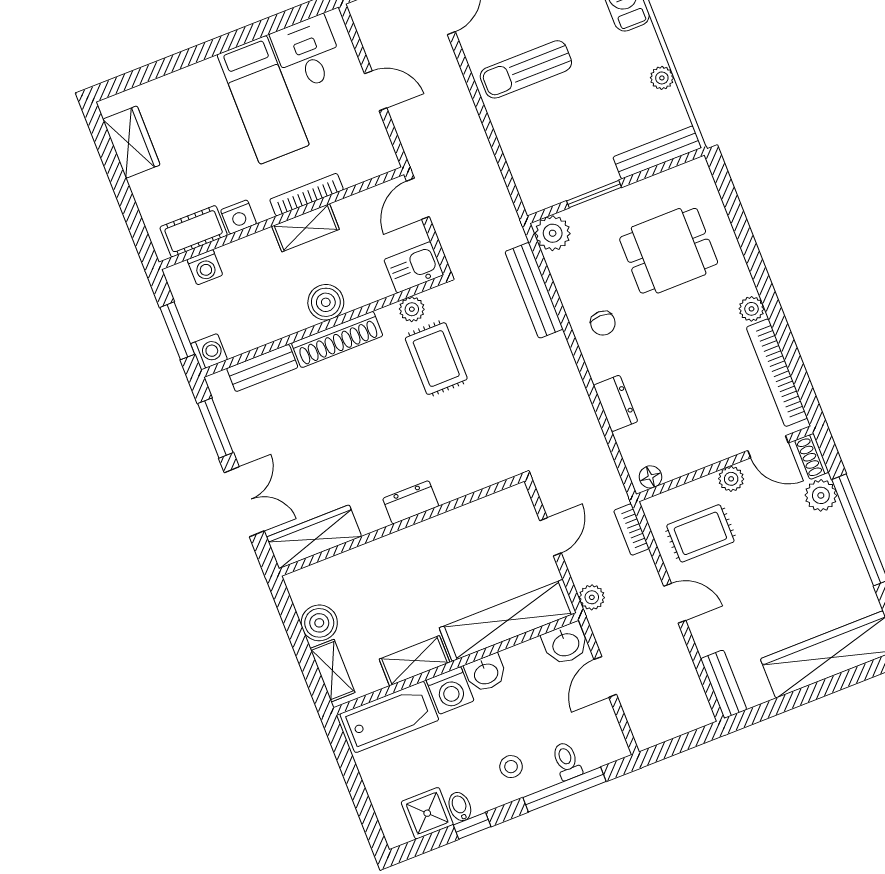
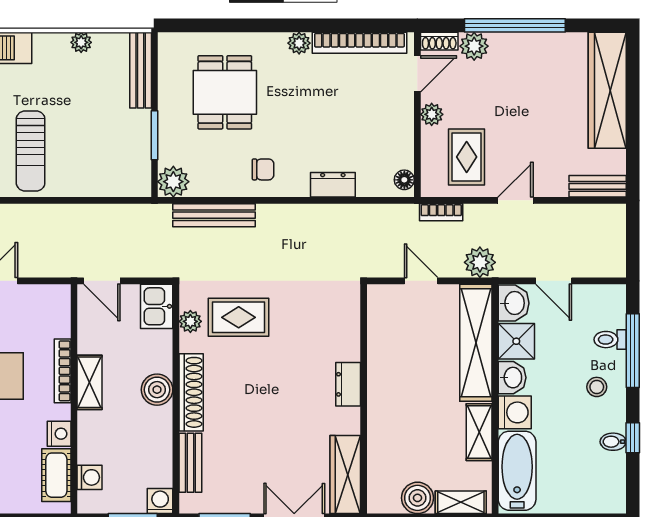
plant: (592, 597) -> (480, 262), width x1.38, depth x1.38
shower: (427, 813) -> (516, 341), moved

